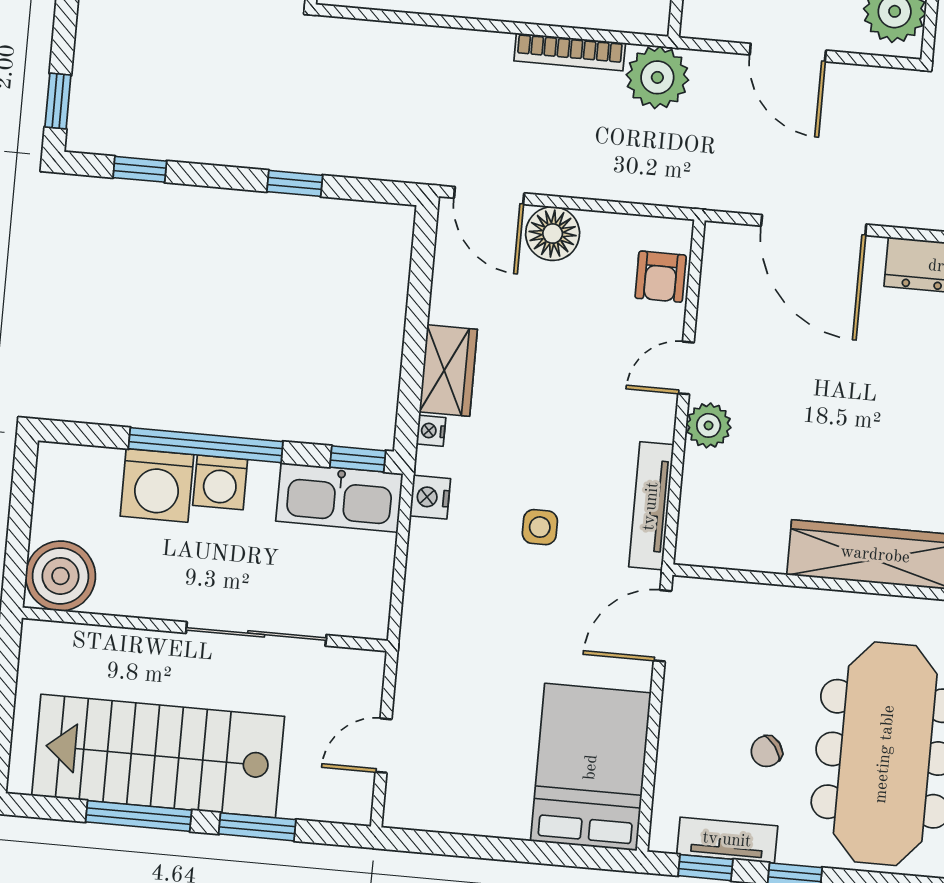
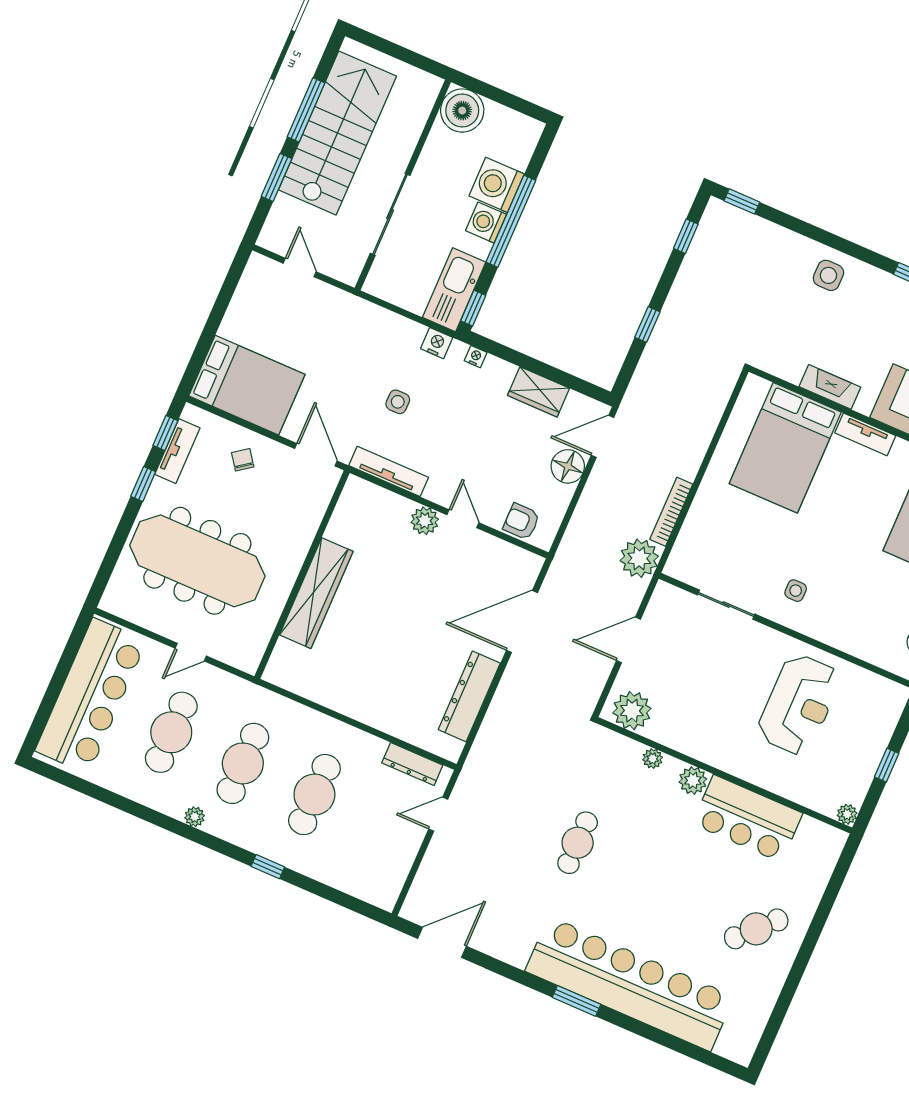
wardrobe: (448, 371) -> (538, 392), moved
chair: (767, 751) -> (243, 460), moved

